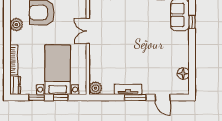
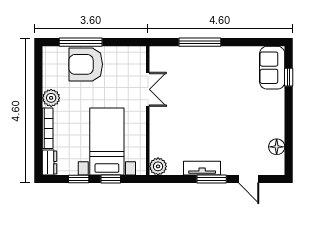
plant: (16, 25) -> (51, 98), moved
double door: (88, 31) -> (148, 89), swing flipped

